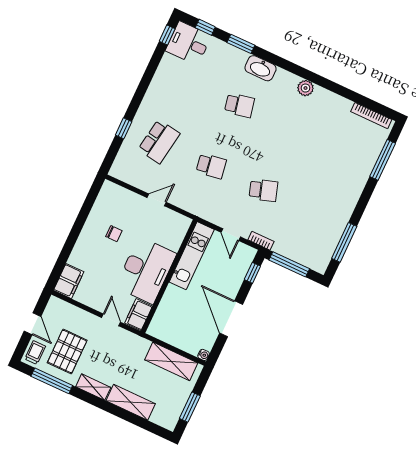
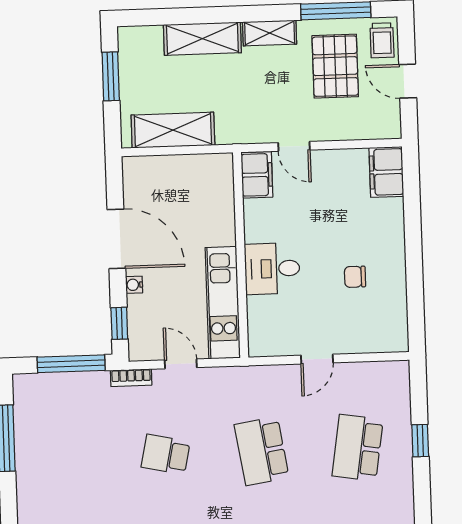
school desk: (211, 166) -> (262, 451), width x1.85
school desk: (263, 190) -> (166, 454), turned 30
desk: (146, 270) -> (272, 269), width x0.53, depth x0.77
water cooler: (204, 355) -> (134, 285), moved

